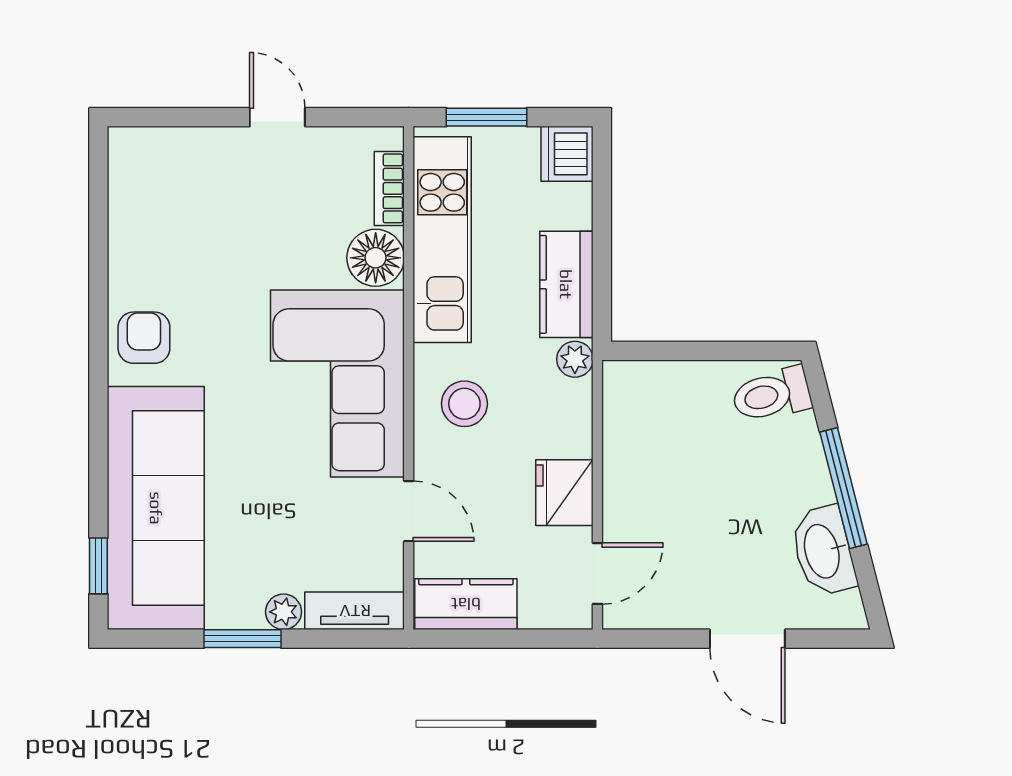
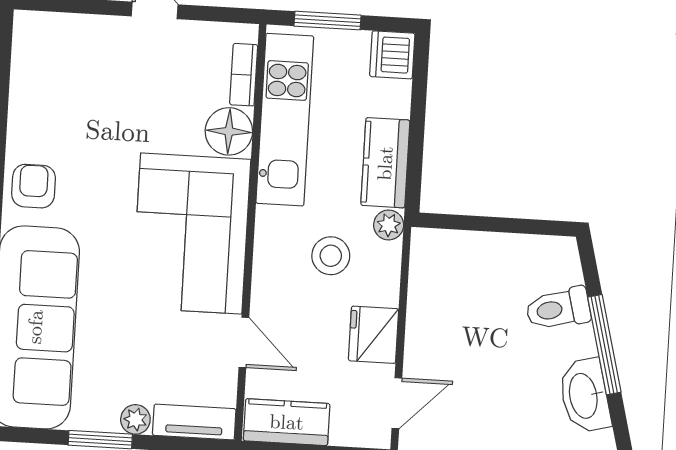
toilet: (772, 395) -> (558, 309), moved
stool: (464, 404) -> (331, 256), moved

